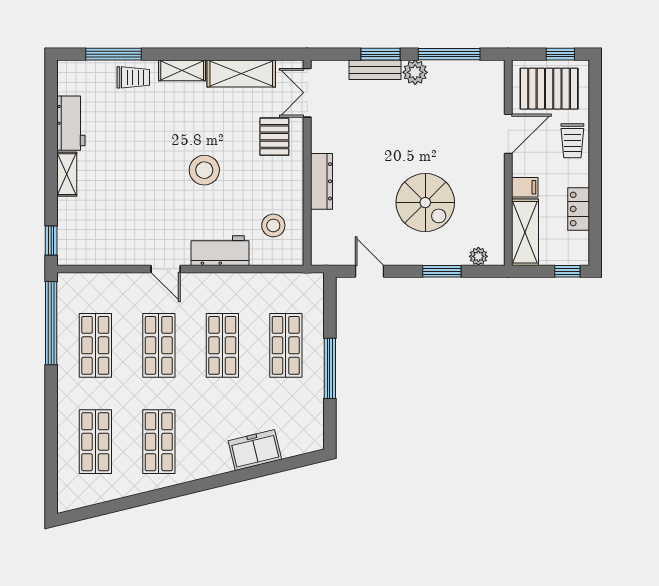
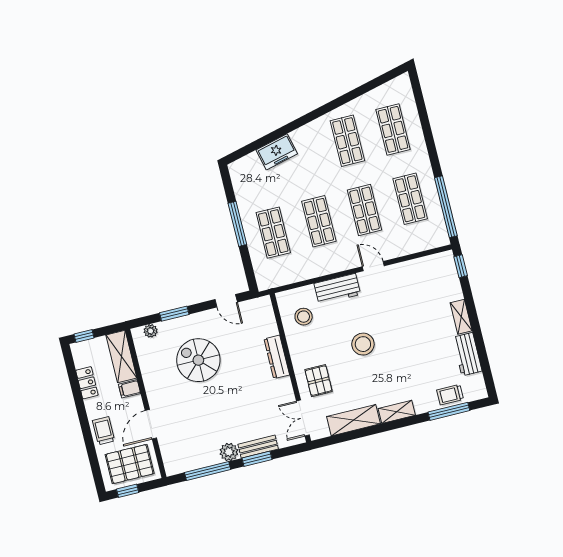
trolley: (133, 77) -> (450, 395), moved
double door: (307, 93) -> (303, 418), swing flipped

